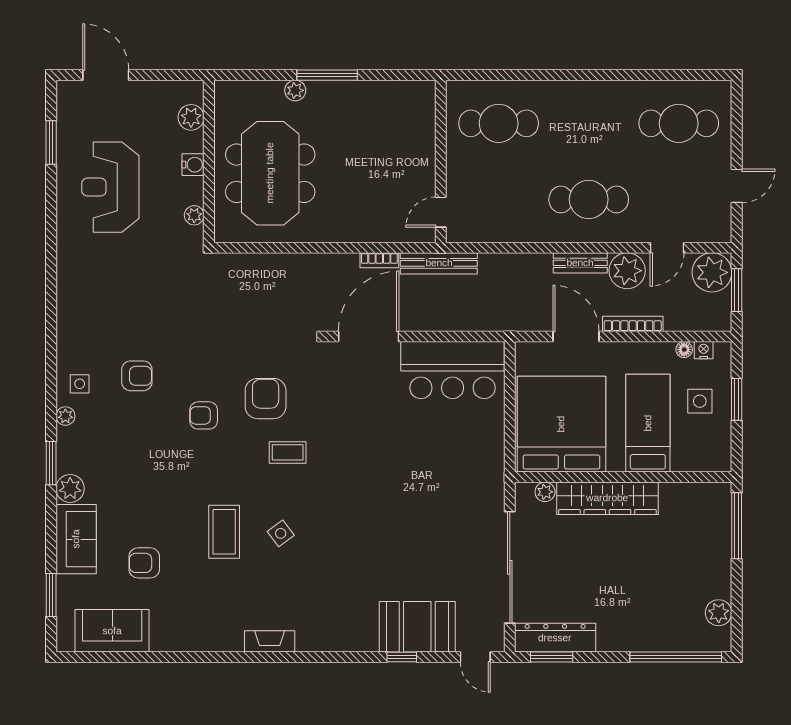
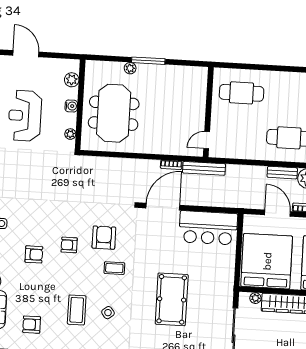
armchair: (137, 376) -> (34, 254), moved
pool table: (394, 503) -> (172, 299), added

